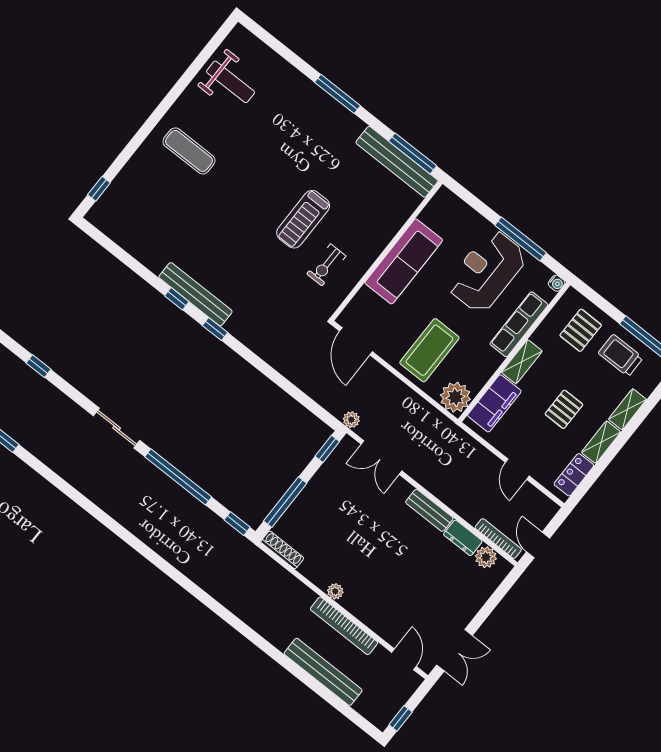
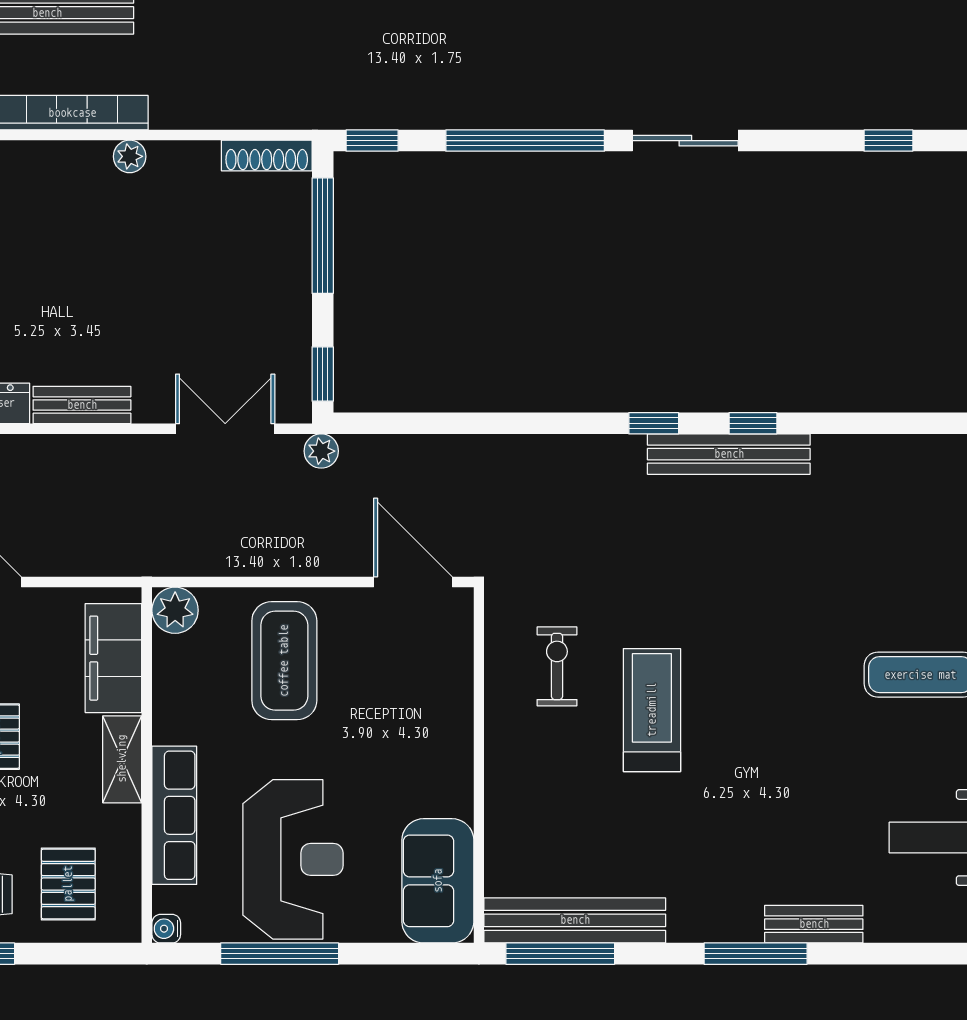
bench: (306, 87) -> (814, 924), added
sofa: (404, 261) -> (438, 881), moved, width x0.73
plant: (455, 397) -> (175, 610), width x0.73, depth x0.73

